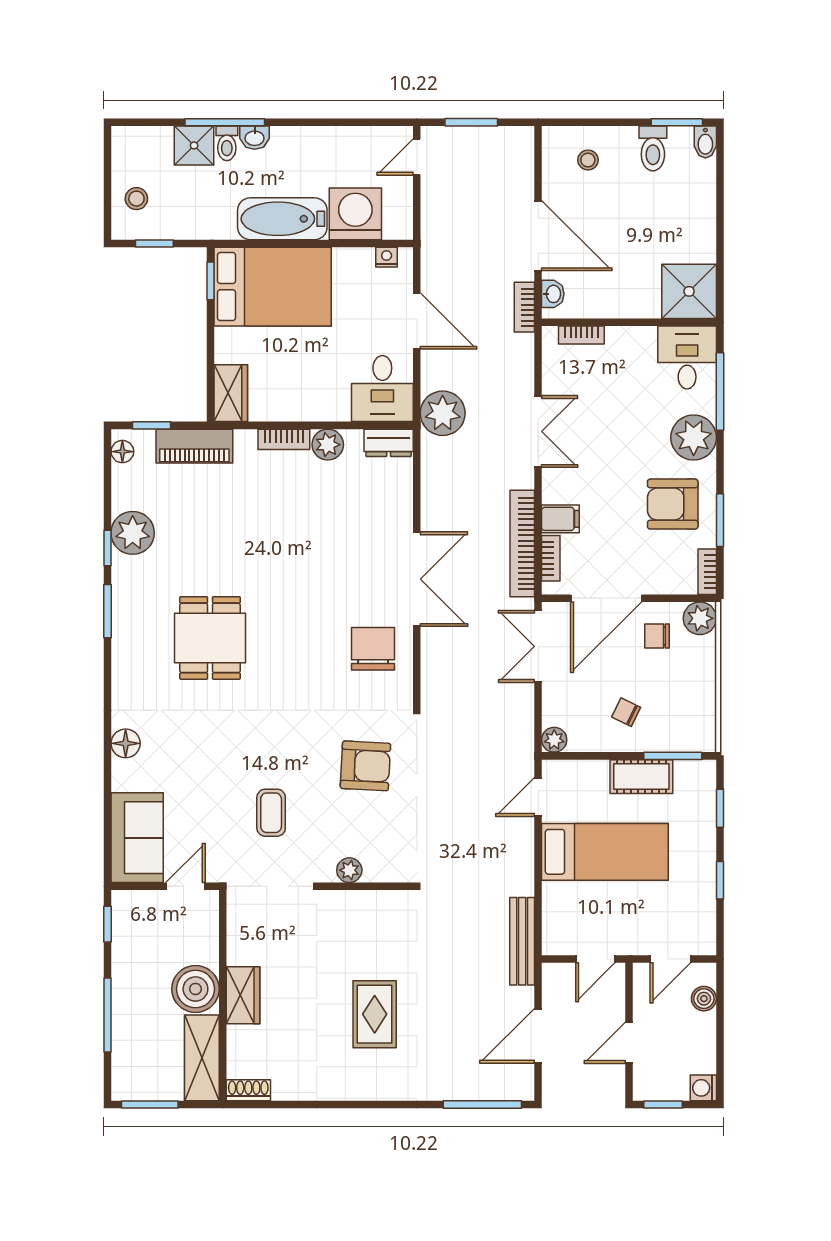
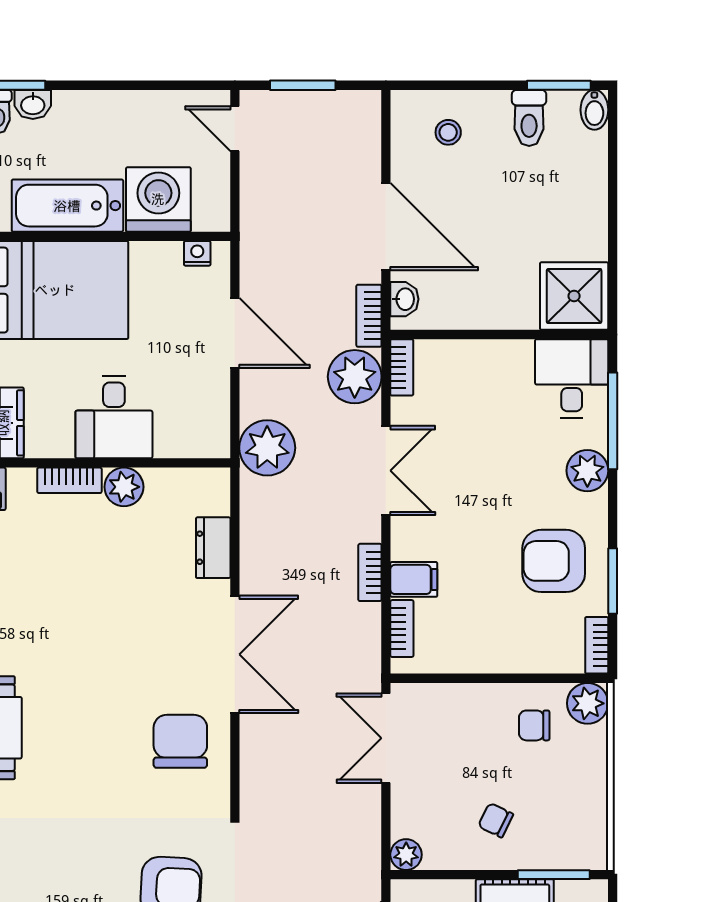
door: (417, 157) -> (235, 129), hinge flipped
bookcase: (581, 335) -> (402, 367), moved, turned -90
plant: (513, 356) -> (355, 377), added
desk: (382, 389) -> (114, 417), moved
plant: (694, 438) -> (587, 471), width x0.73, depth x0.73
dresser: (389, 443) -> (213, 548), moved, turned 90
bookcase: (522, 544) -> (370, 572), width x0.43, depth x0.76
door: (606, 598) -> (471, 678), removed

